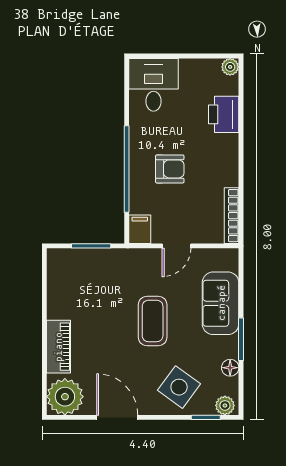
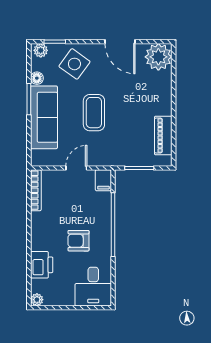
armchair: (170, 169) -> (78, 241), moved
sofa: (221, 303) -> (44, 117), width x1.36
piano: (58, 347) -> (163, 136), moved

